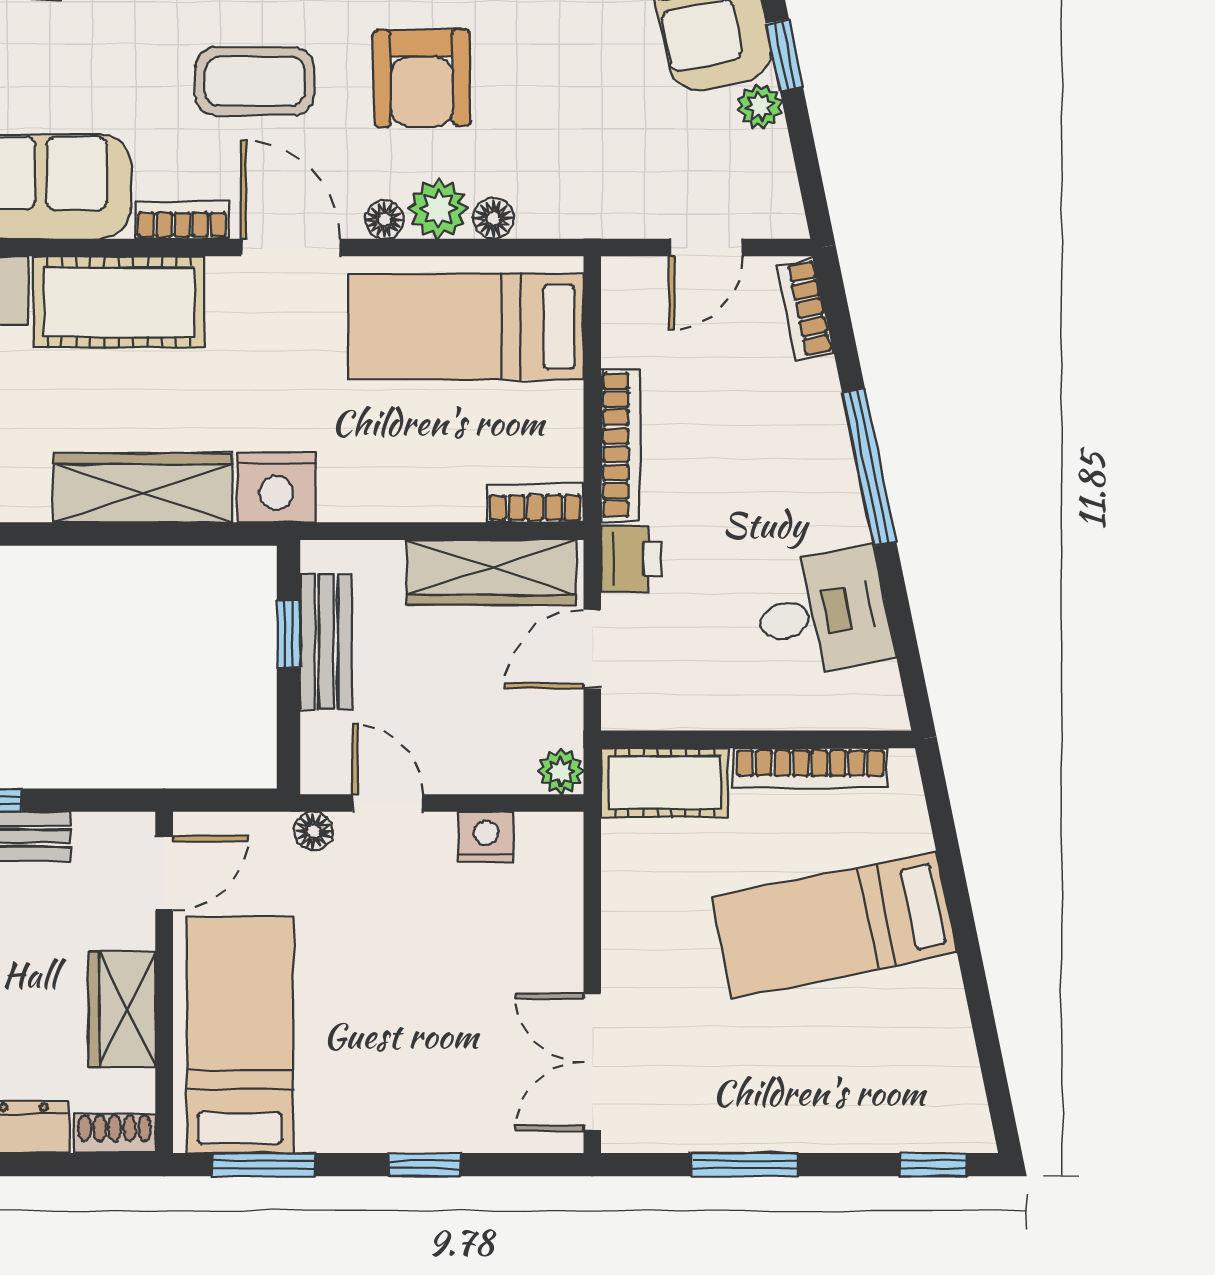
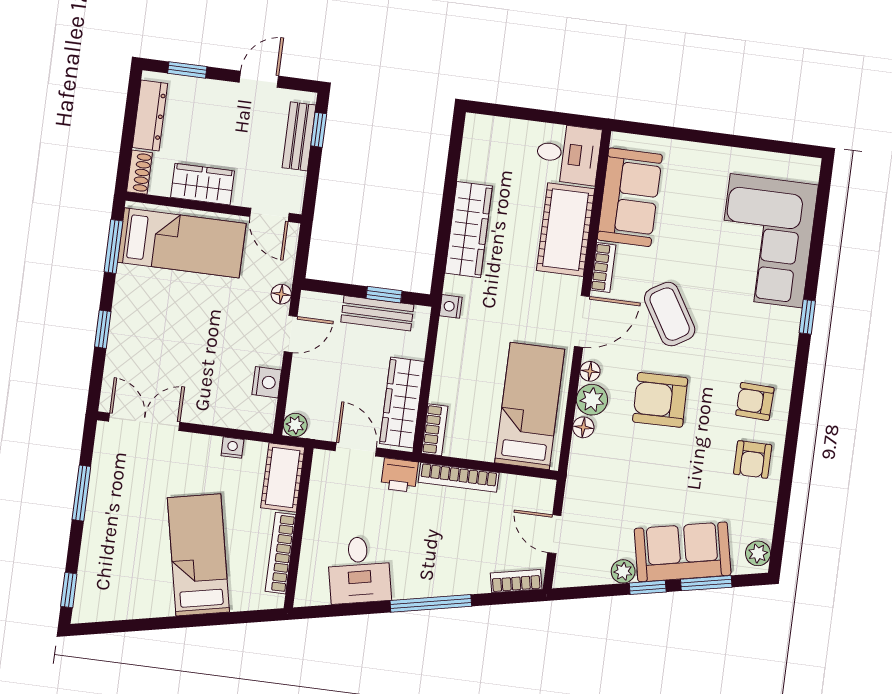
coffee table: (255, 81) -> (670, 314), turned -31
nightstand: (276, 487) -> (451, 306), width x0.53, depth x0.56
nightstand: (620, 886) -> (232, 448), added

